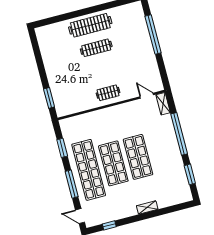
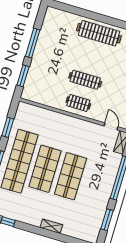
clothes rail: (96, 48) -> (85, 80), moved
window: (41, 66) -> (33, 43), added

